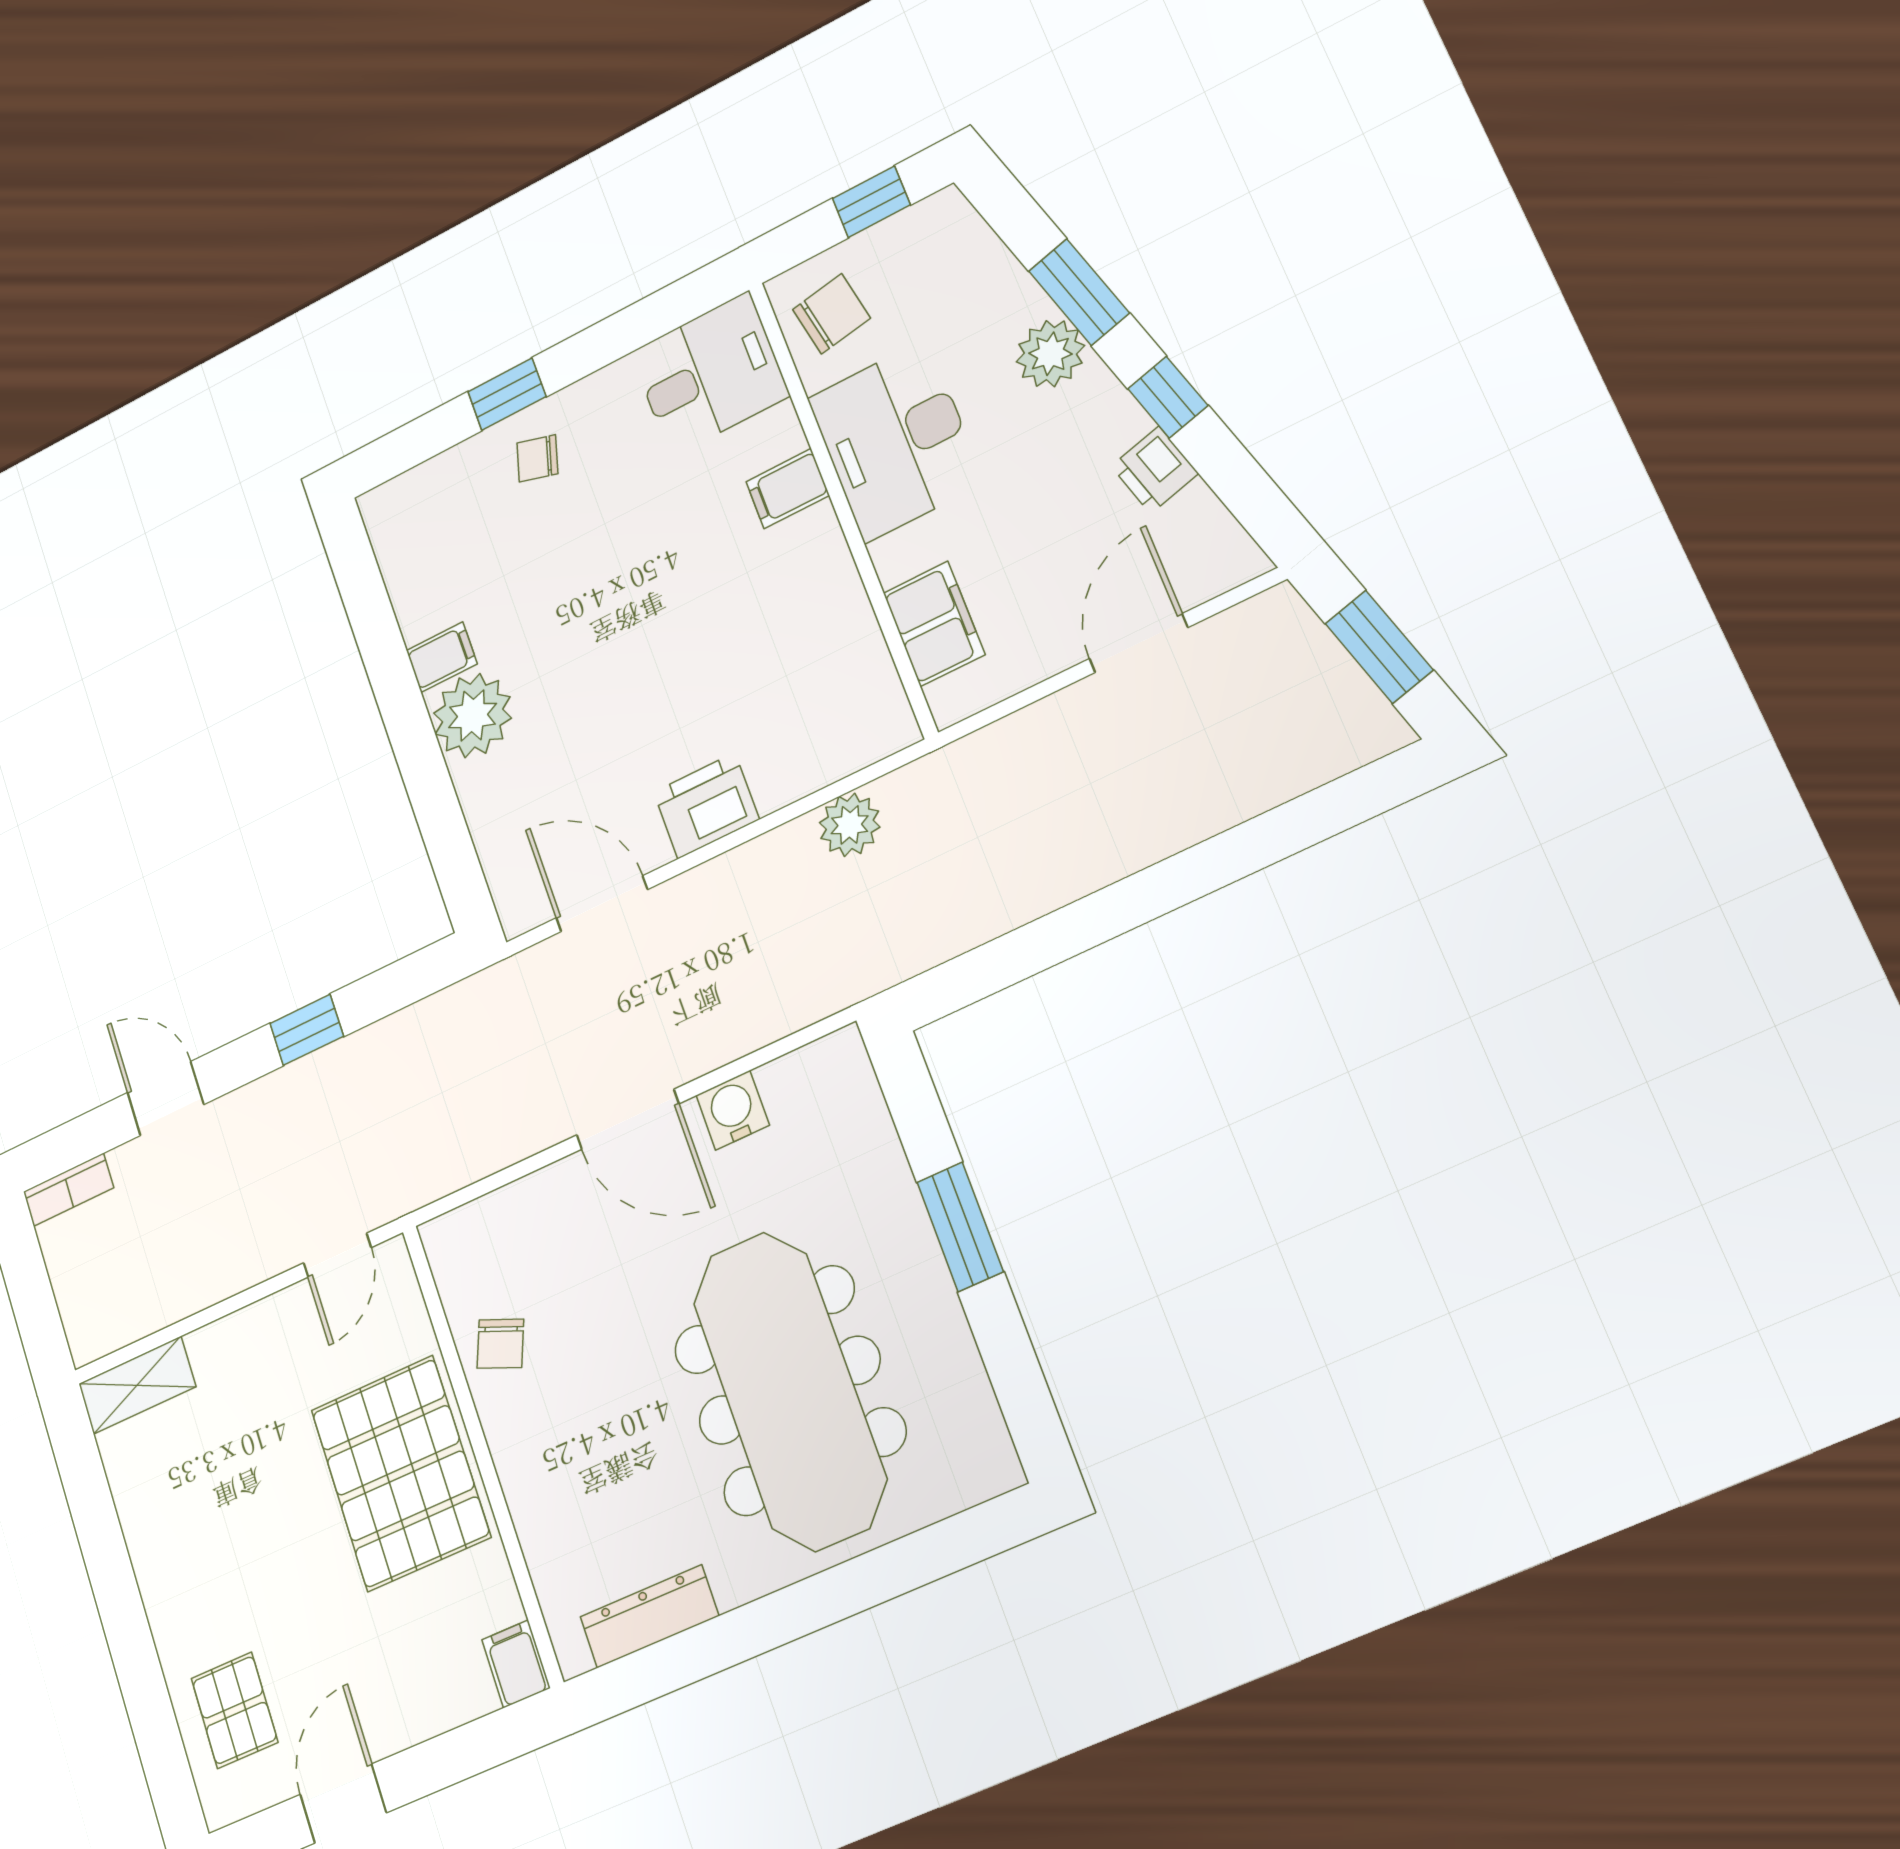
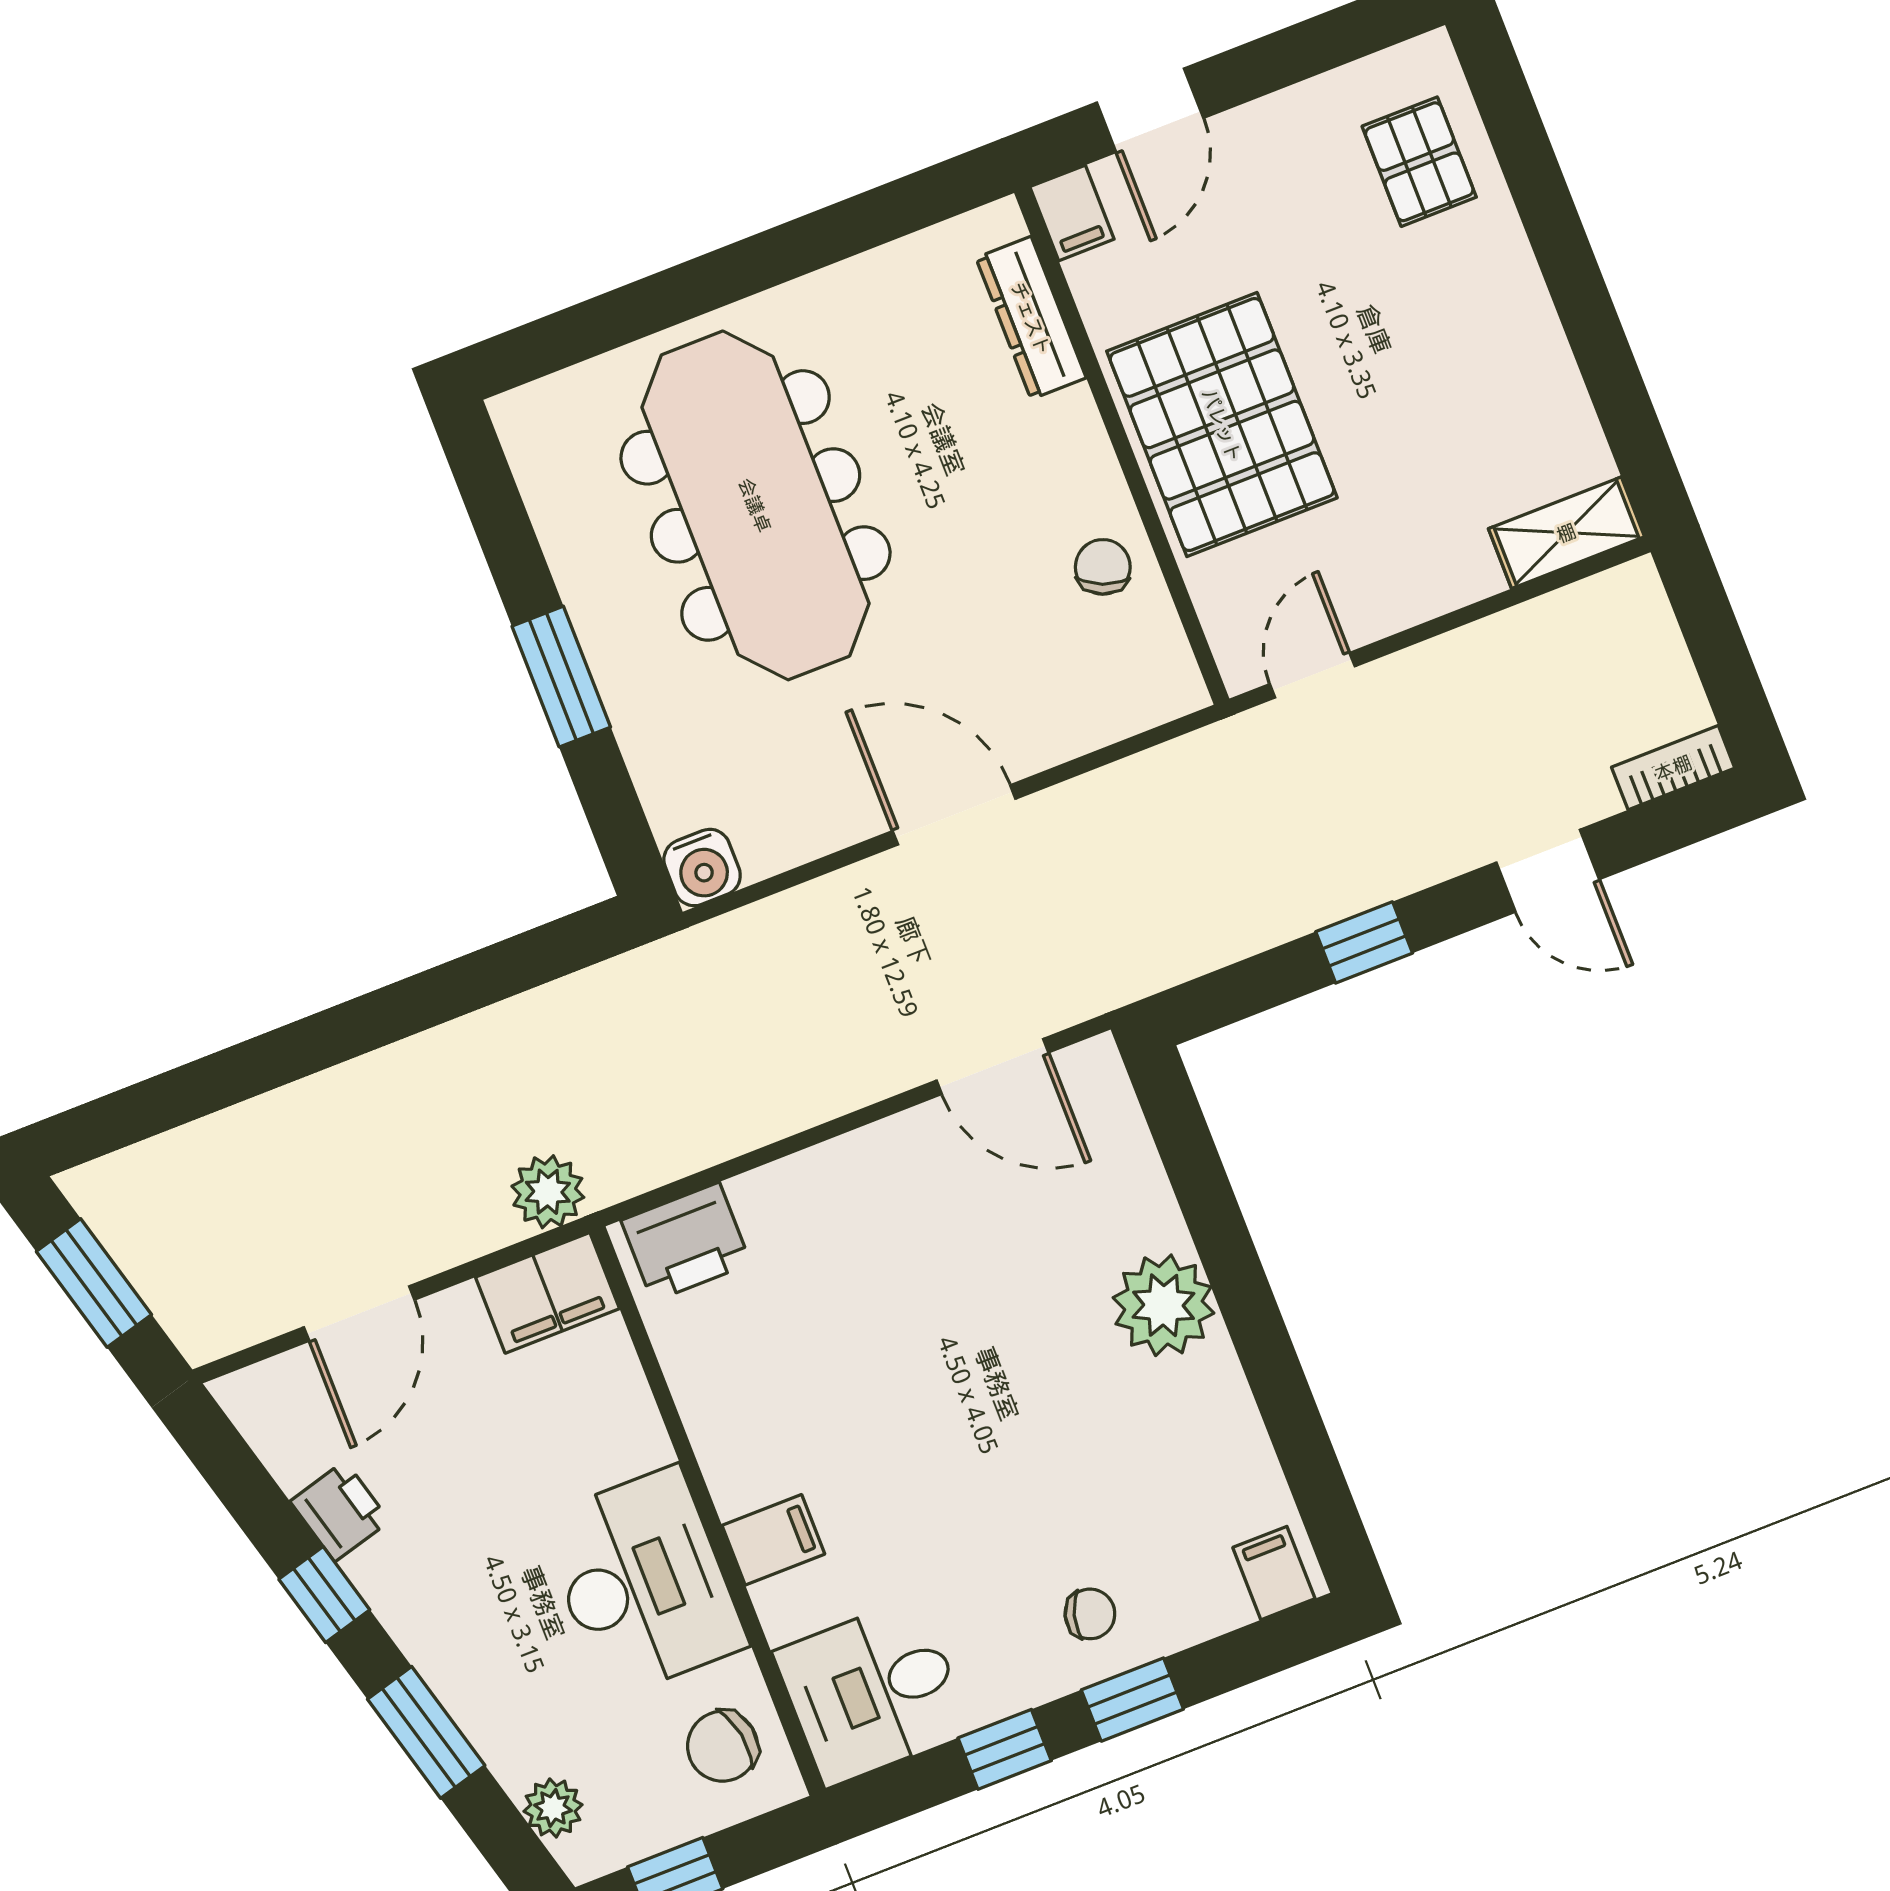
window: (607, 341) -> (1005, 1749), added
plant: (1050, 354) -> (553, 1808), moved, width x0.73, depth x0.73
filing cabinet: (934, 624) -> (548, 1293), moved, turned -90
filing cabinet: (442, 657) -> (1274, 1573), moved, turned 90
printer: (706, 806) -> (686, 1242), moved
plant: (850, 825) -> (548, 1192), moved
water cooler: (733, 1110) -> (702, 868), moved
dresser: (649, 1616) -> (1031, 318), moved, turned 90
door: (343, 1803) -> (1150, 110), moved

